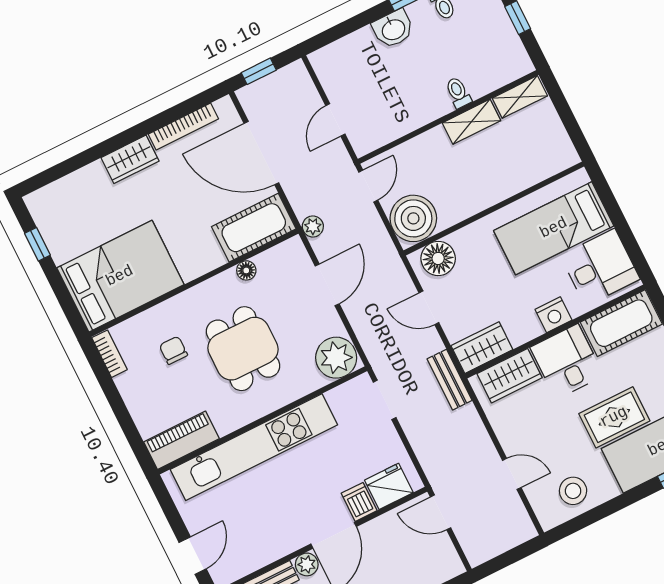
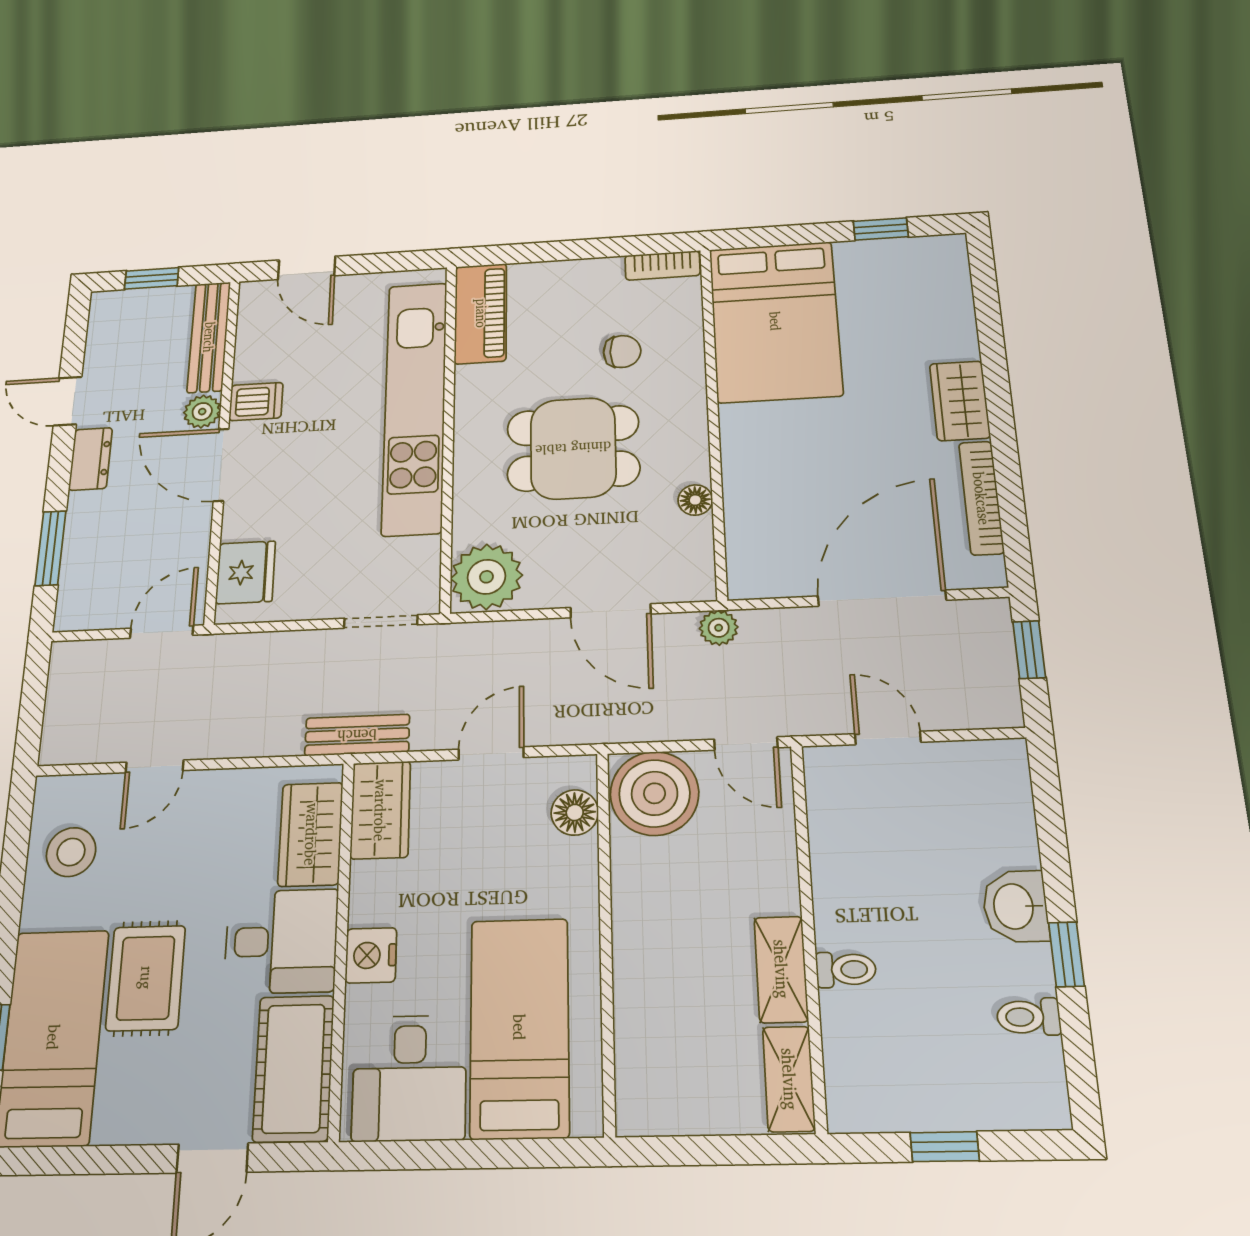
cot: (254, 228) -> (760, 538), removed
floor lamp: (438, 258) -> (575, 812), width x0.73, depth x0.73
dishwasher: (359, 502) -> (256, 402), moved

